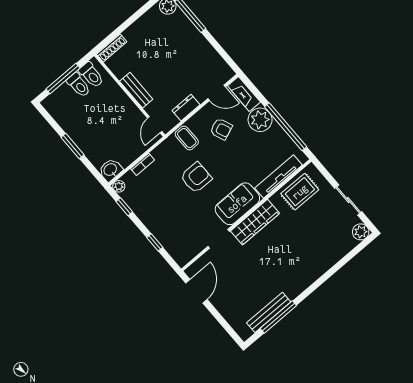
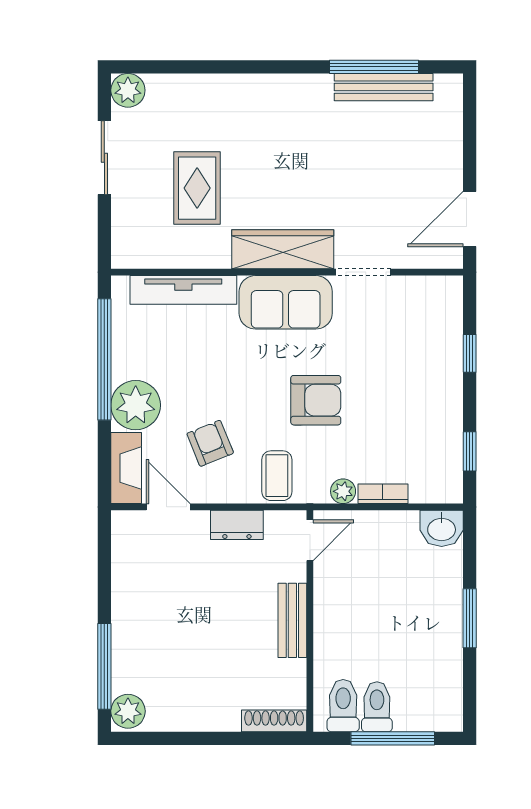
armchair: (196, 178) -> (316, 400), turned 180
plant: (119, 186) -> (343, 491), moved
rug: (300, 192) -> (197, 188), moved, turned 90

